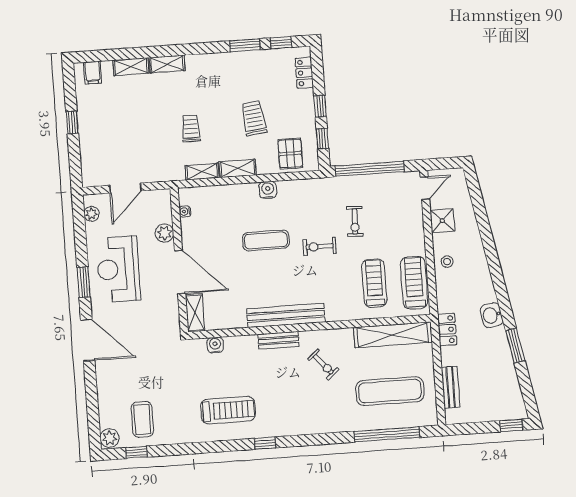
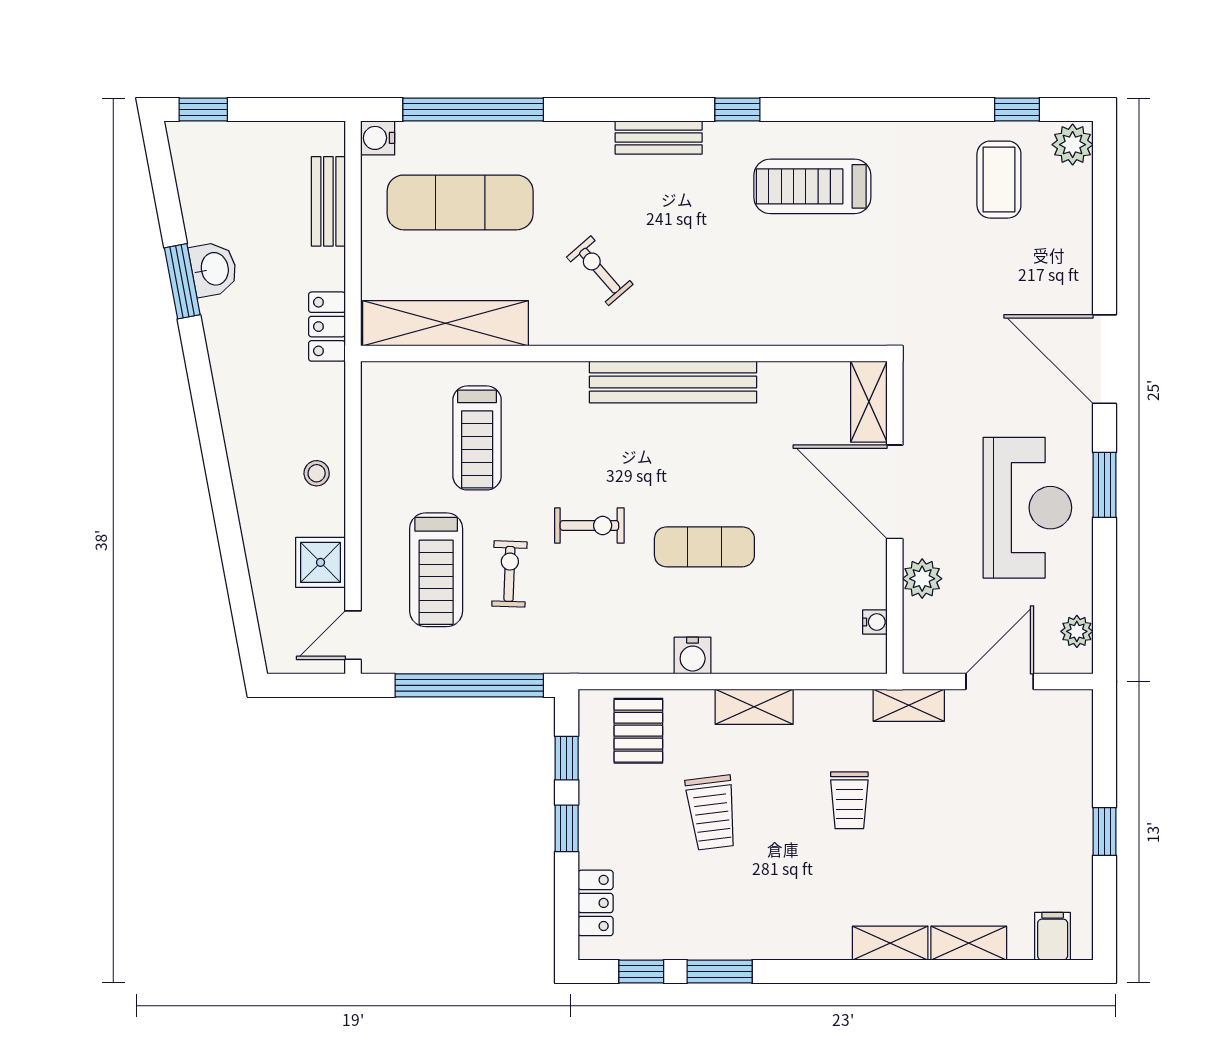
shelving: (202, 172) -> (909, 705), moved
treadmill: (414, 283) -> (436, 570), moved
washbasin: (492, 315) -> (214, 269), moved
bench: (278, 340) -> (659, 138), moved
water cooler: (215, 345) -> (378, 138), moved, turned 90

